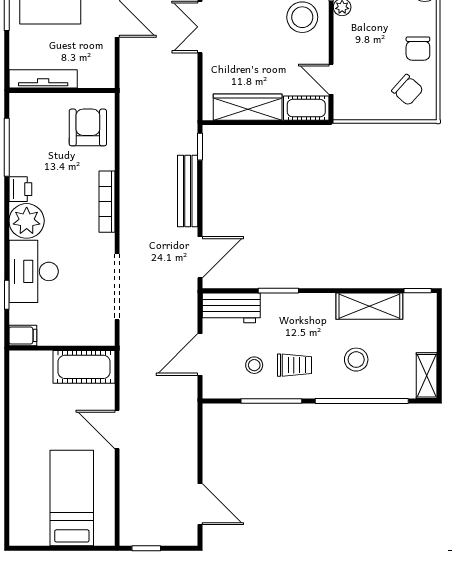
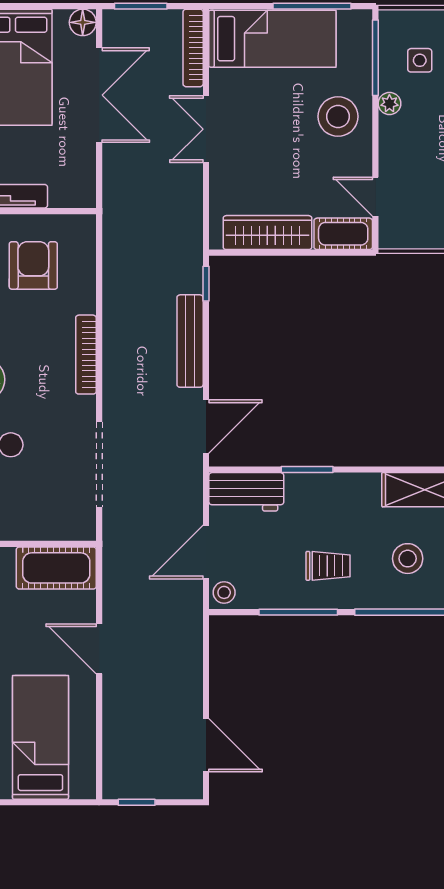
armchair: (88, 127) -> (33, 265), moved
stool: (254, 365) -> (224, 592), moved

